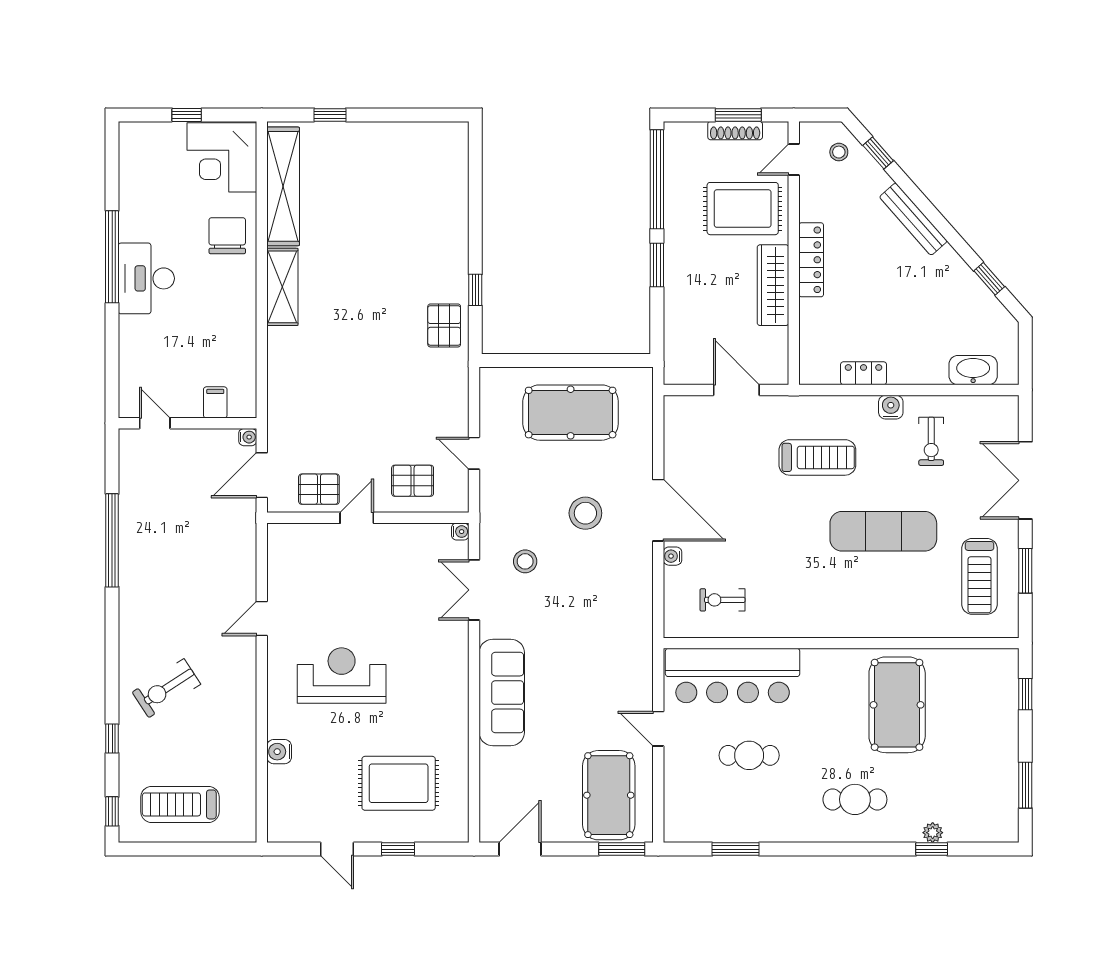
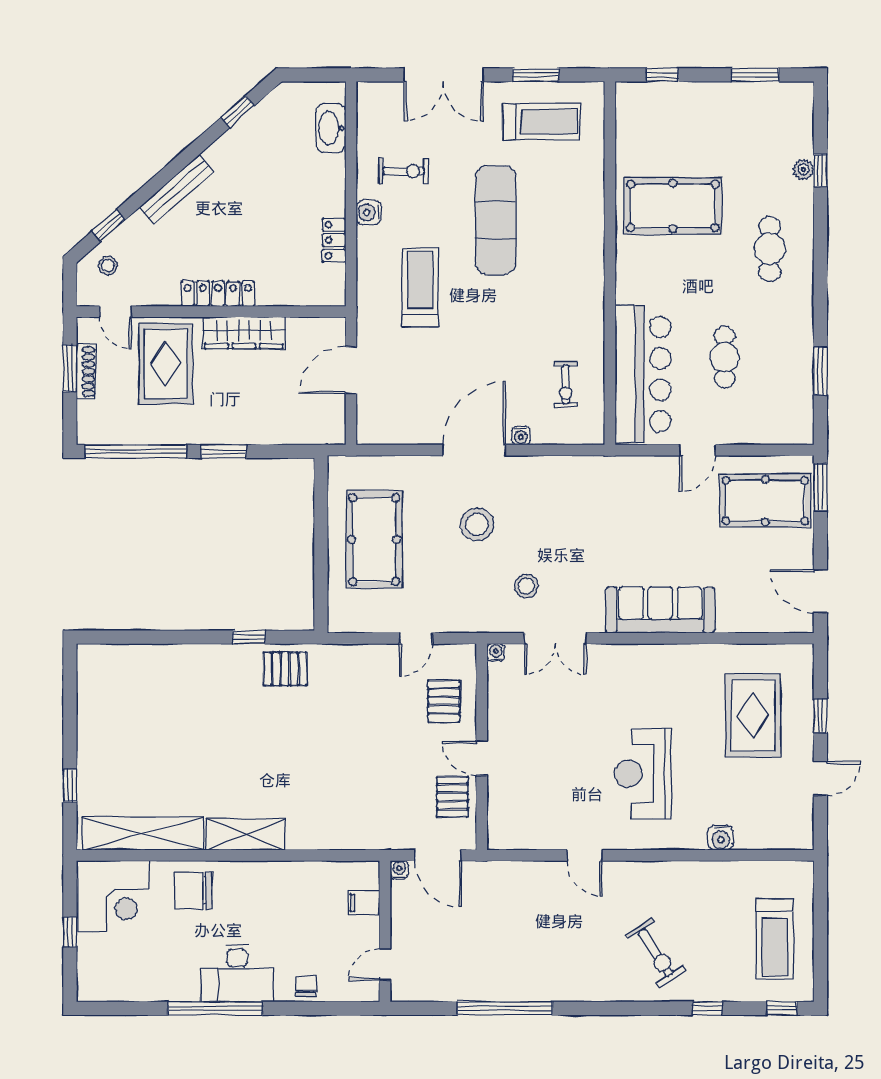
chair: (134, 346) -> (306, 986), added

